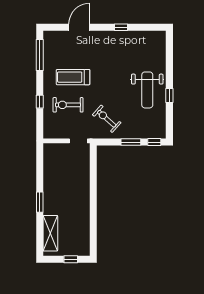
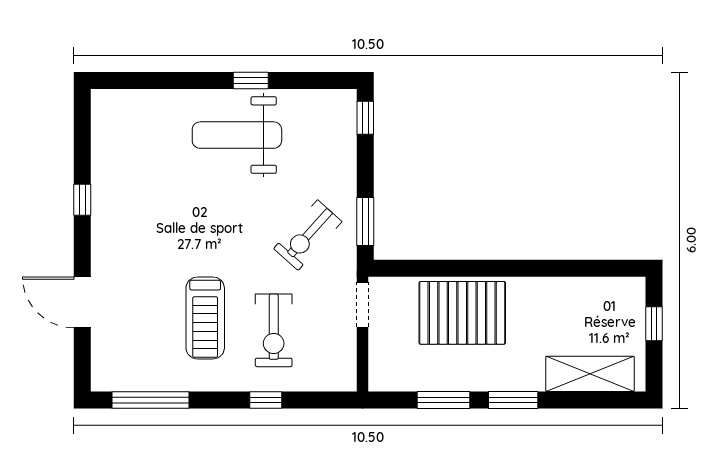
weight bench: (147, 90) -> (237, 135), turned 180
window: (131, 142) -> (365, 222), moved
window: (40, 174) -> (444, 400), added
pallet: (75, 181) -> (462, 313), added

